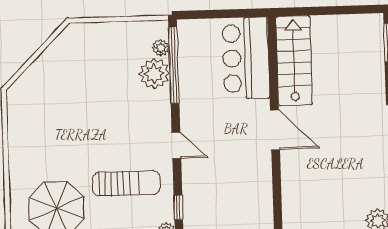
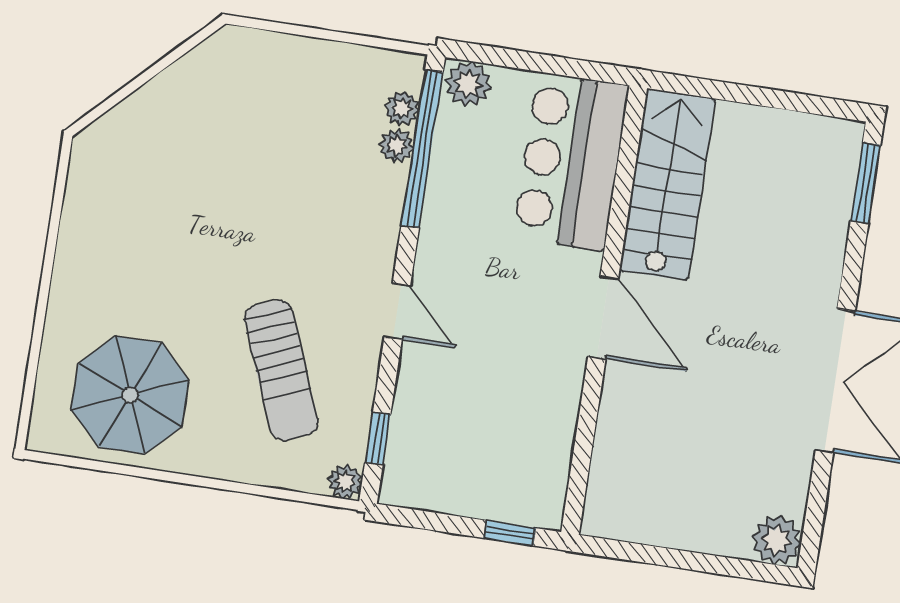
plant: (190, 30) -> (468, 84), added
plant: (154, 74) -> (397, 146), width x0.53, depth x0.53
sun lounger: (126, 183) -> (281, 370), turned 68

